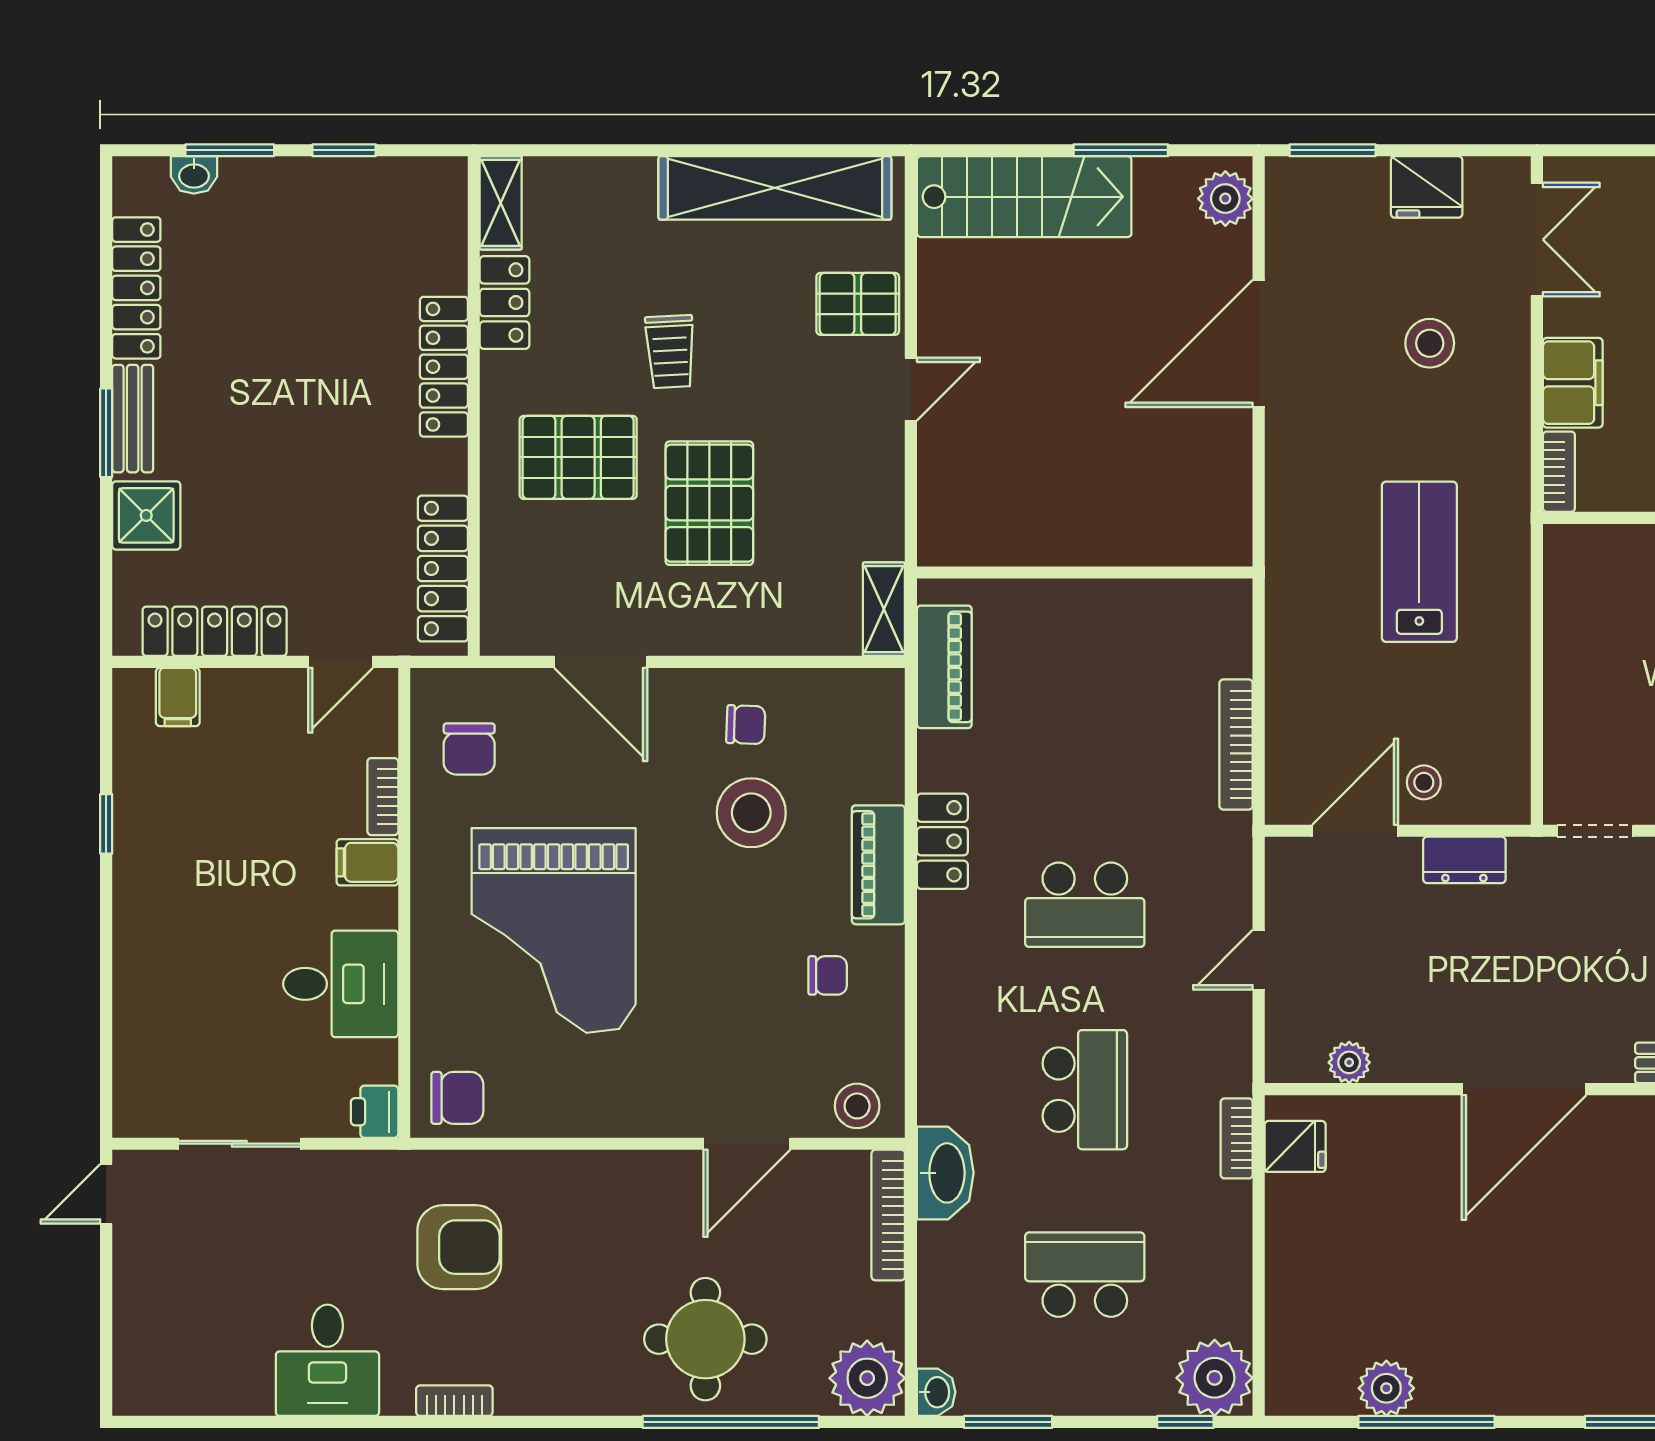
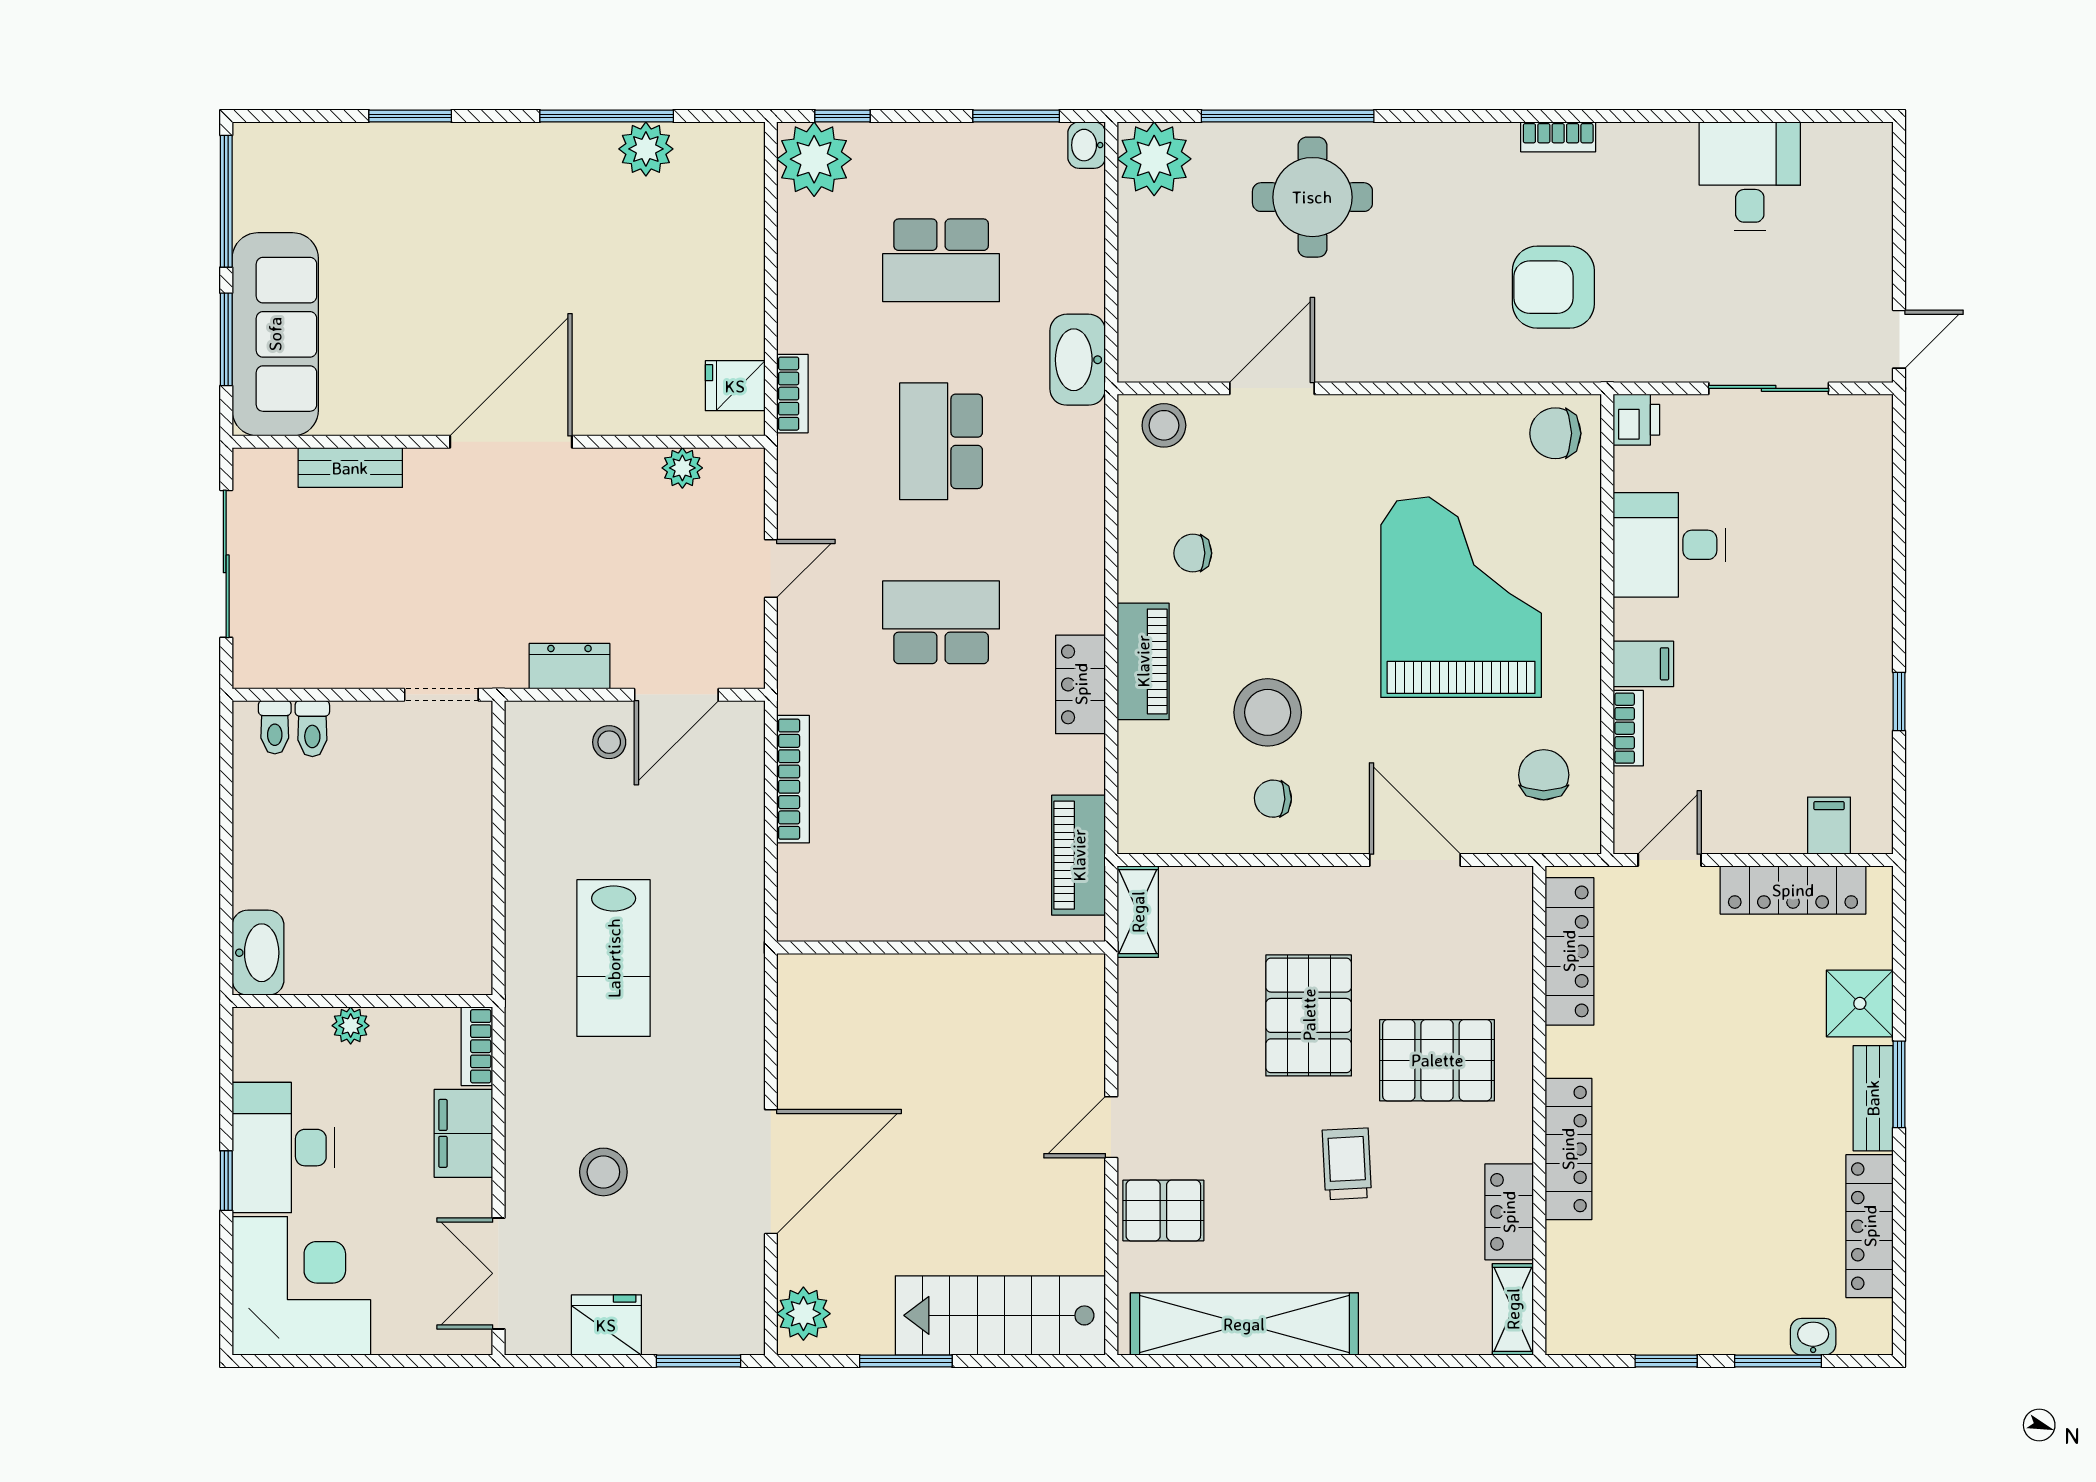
bookcase: (888, 1215) -> (1133, 319), removed
desk: (327, 1360) -> (1750, 176), moved

